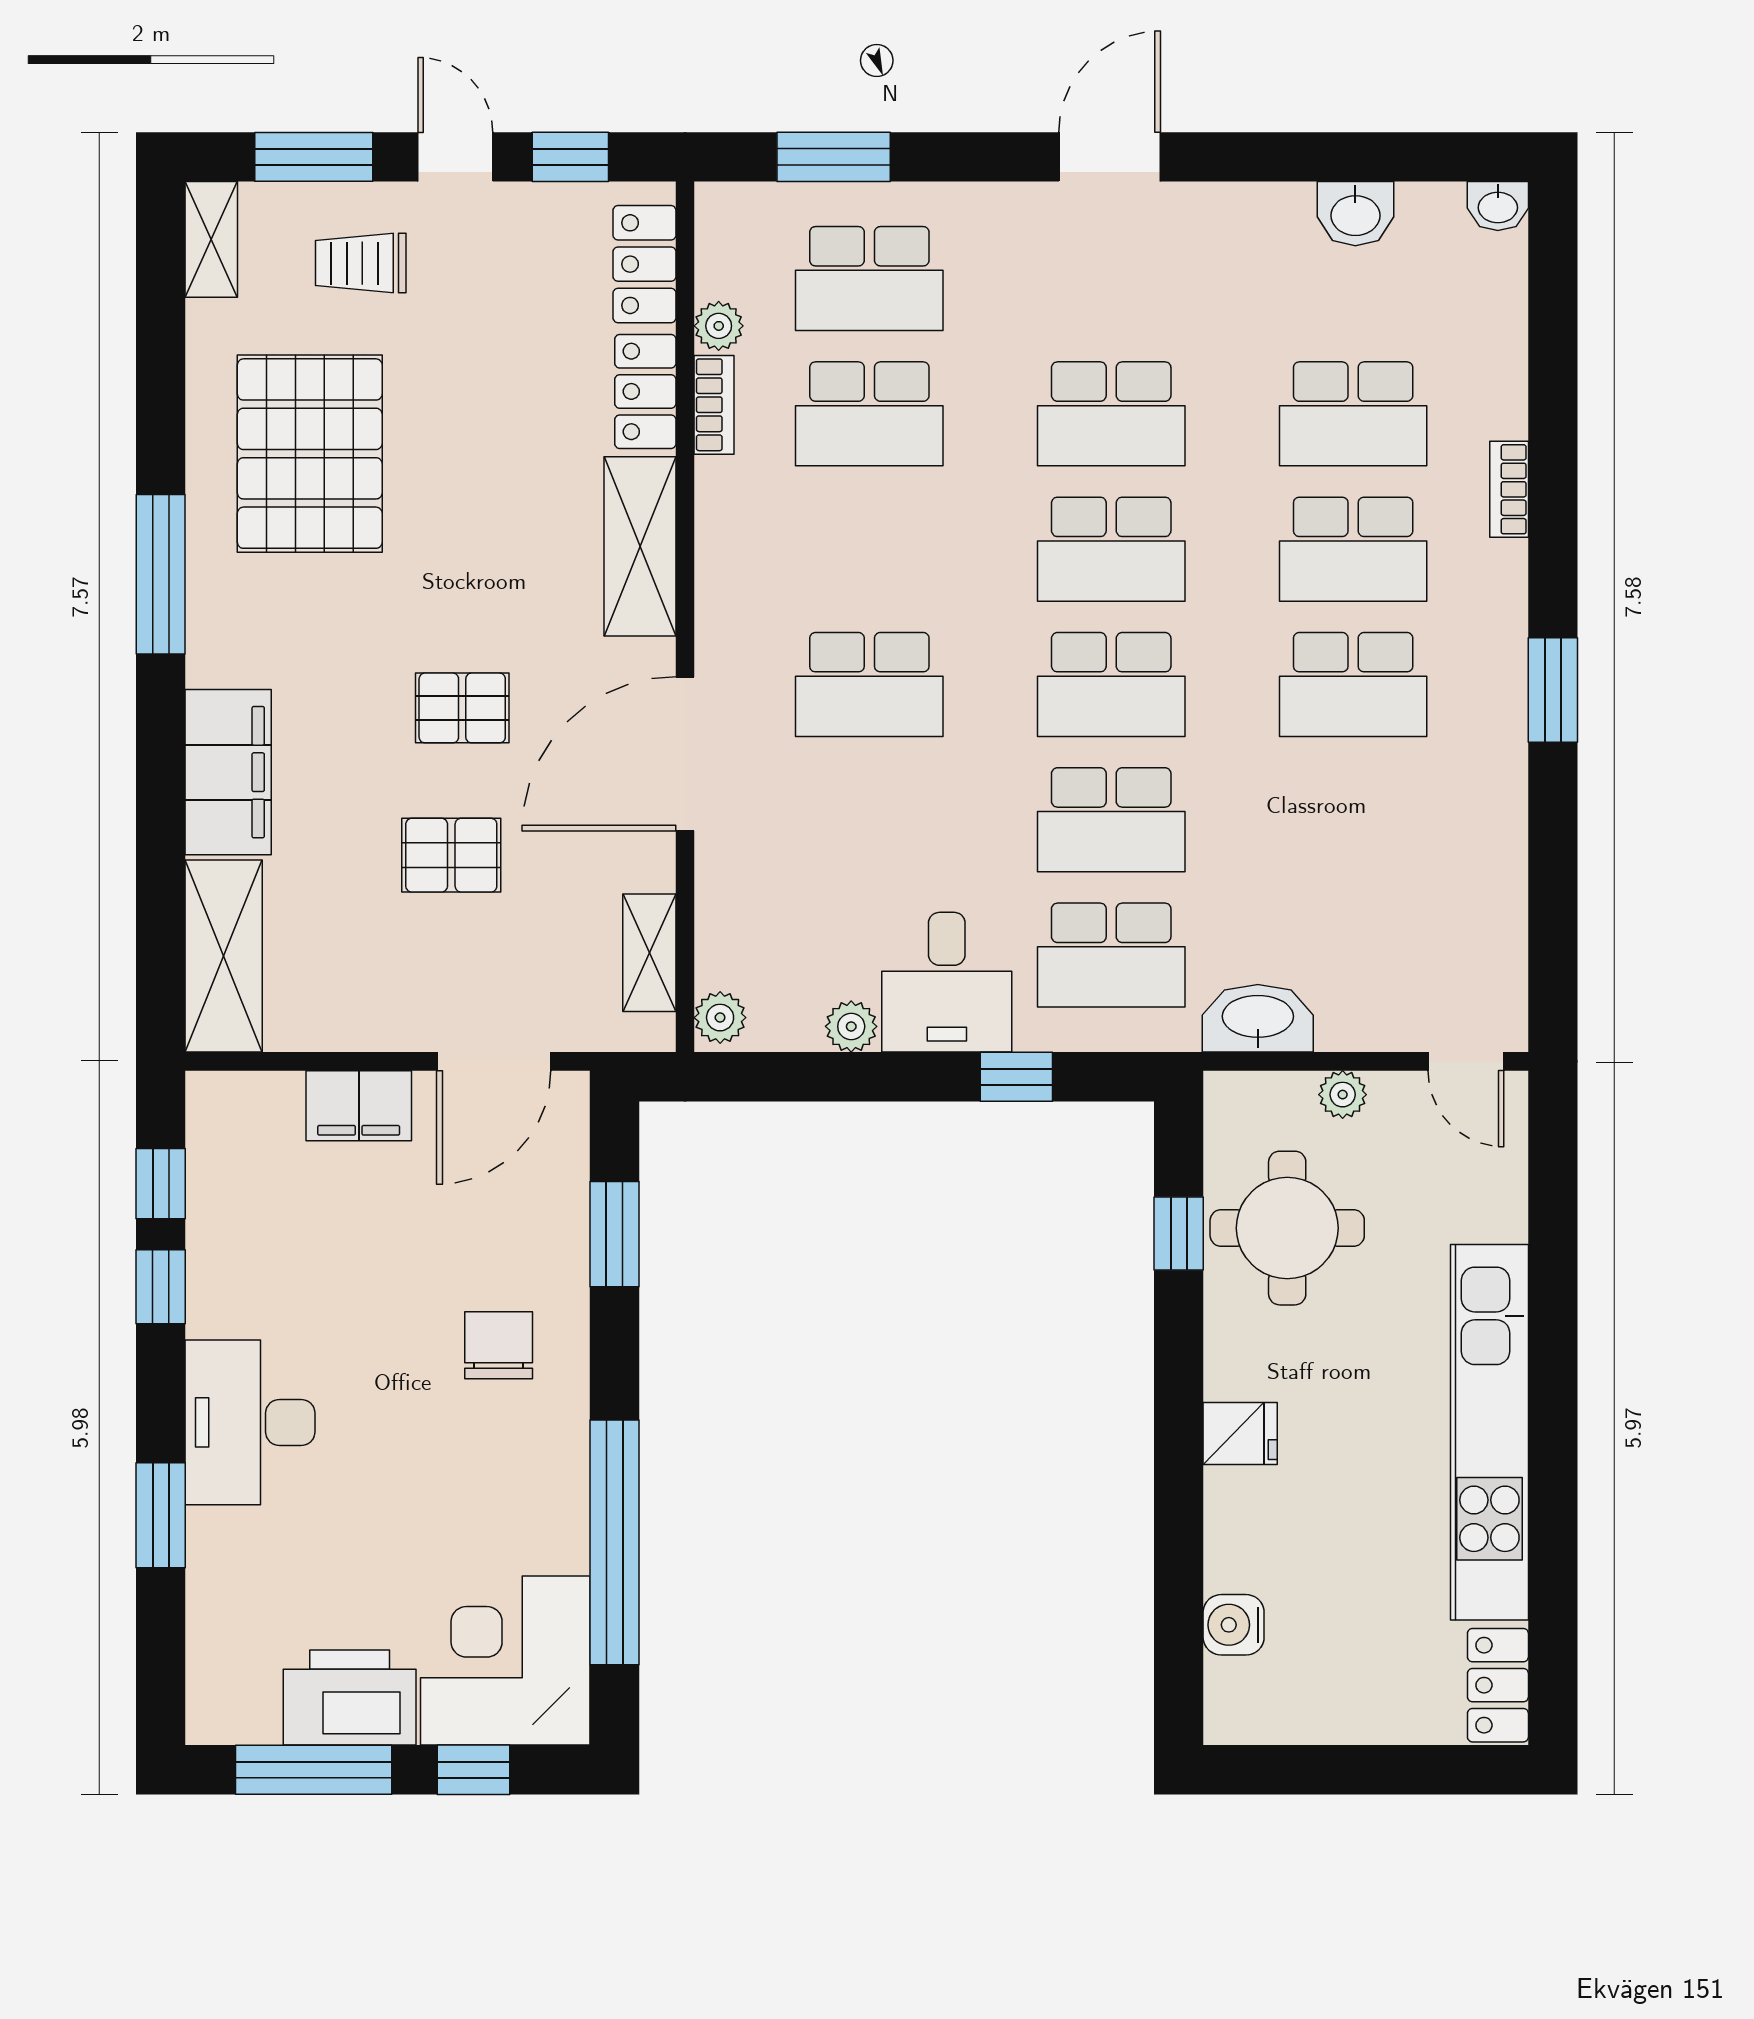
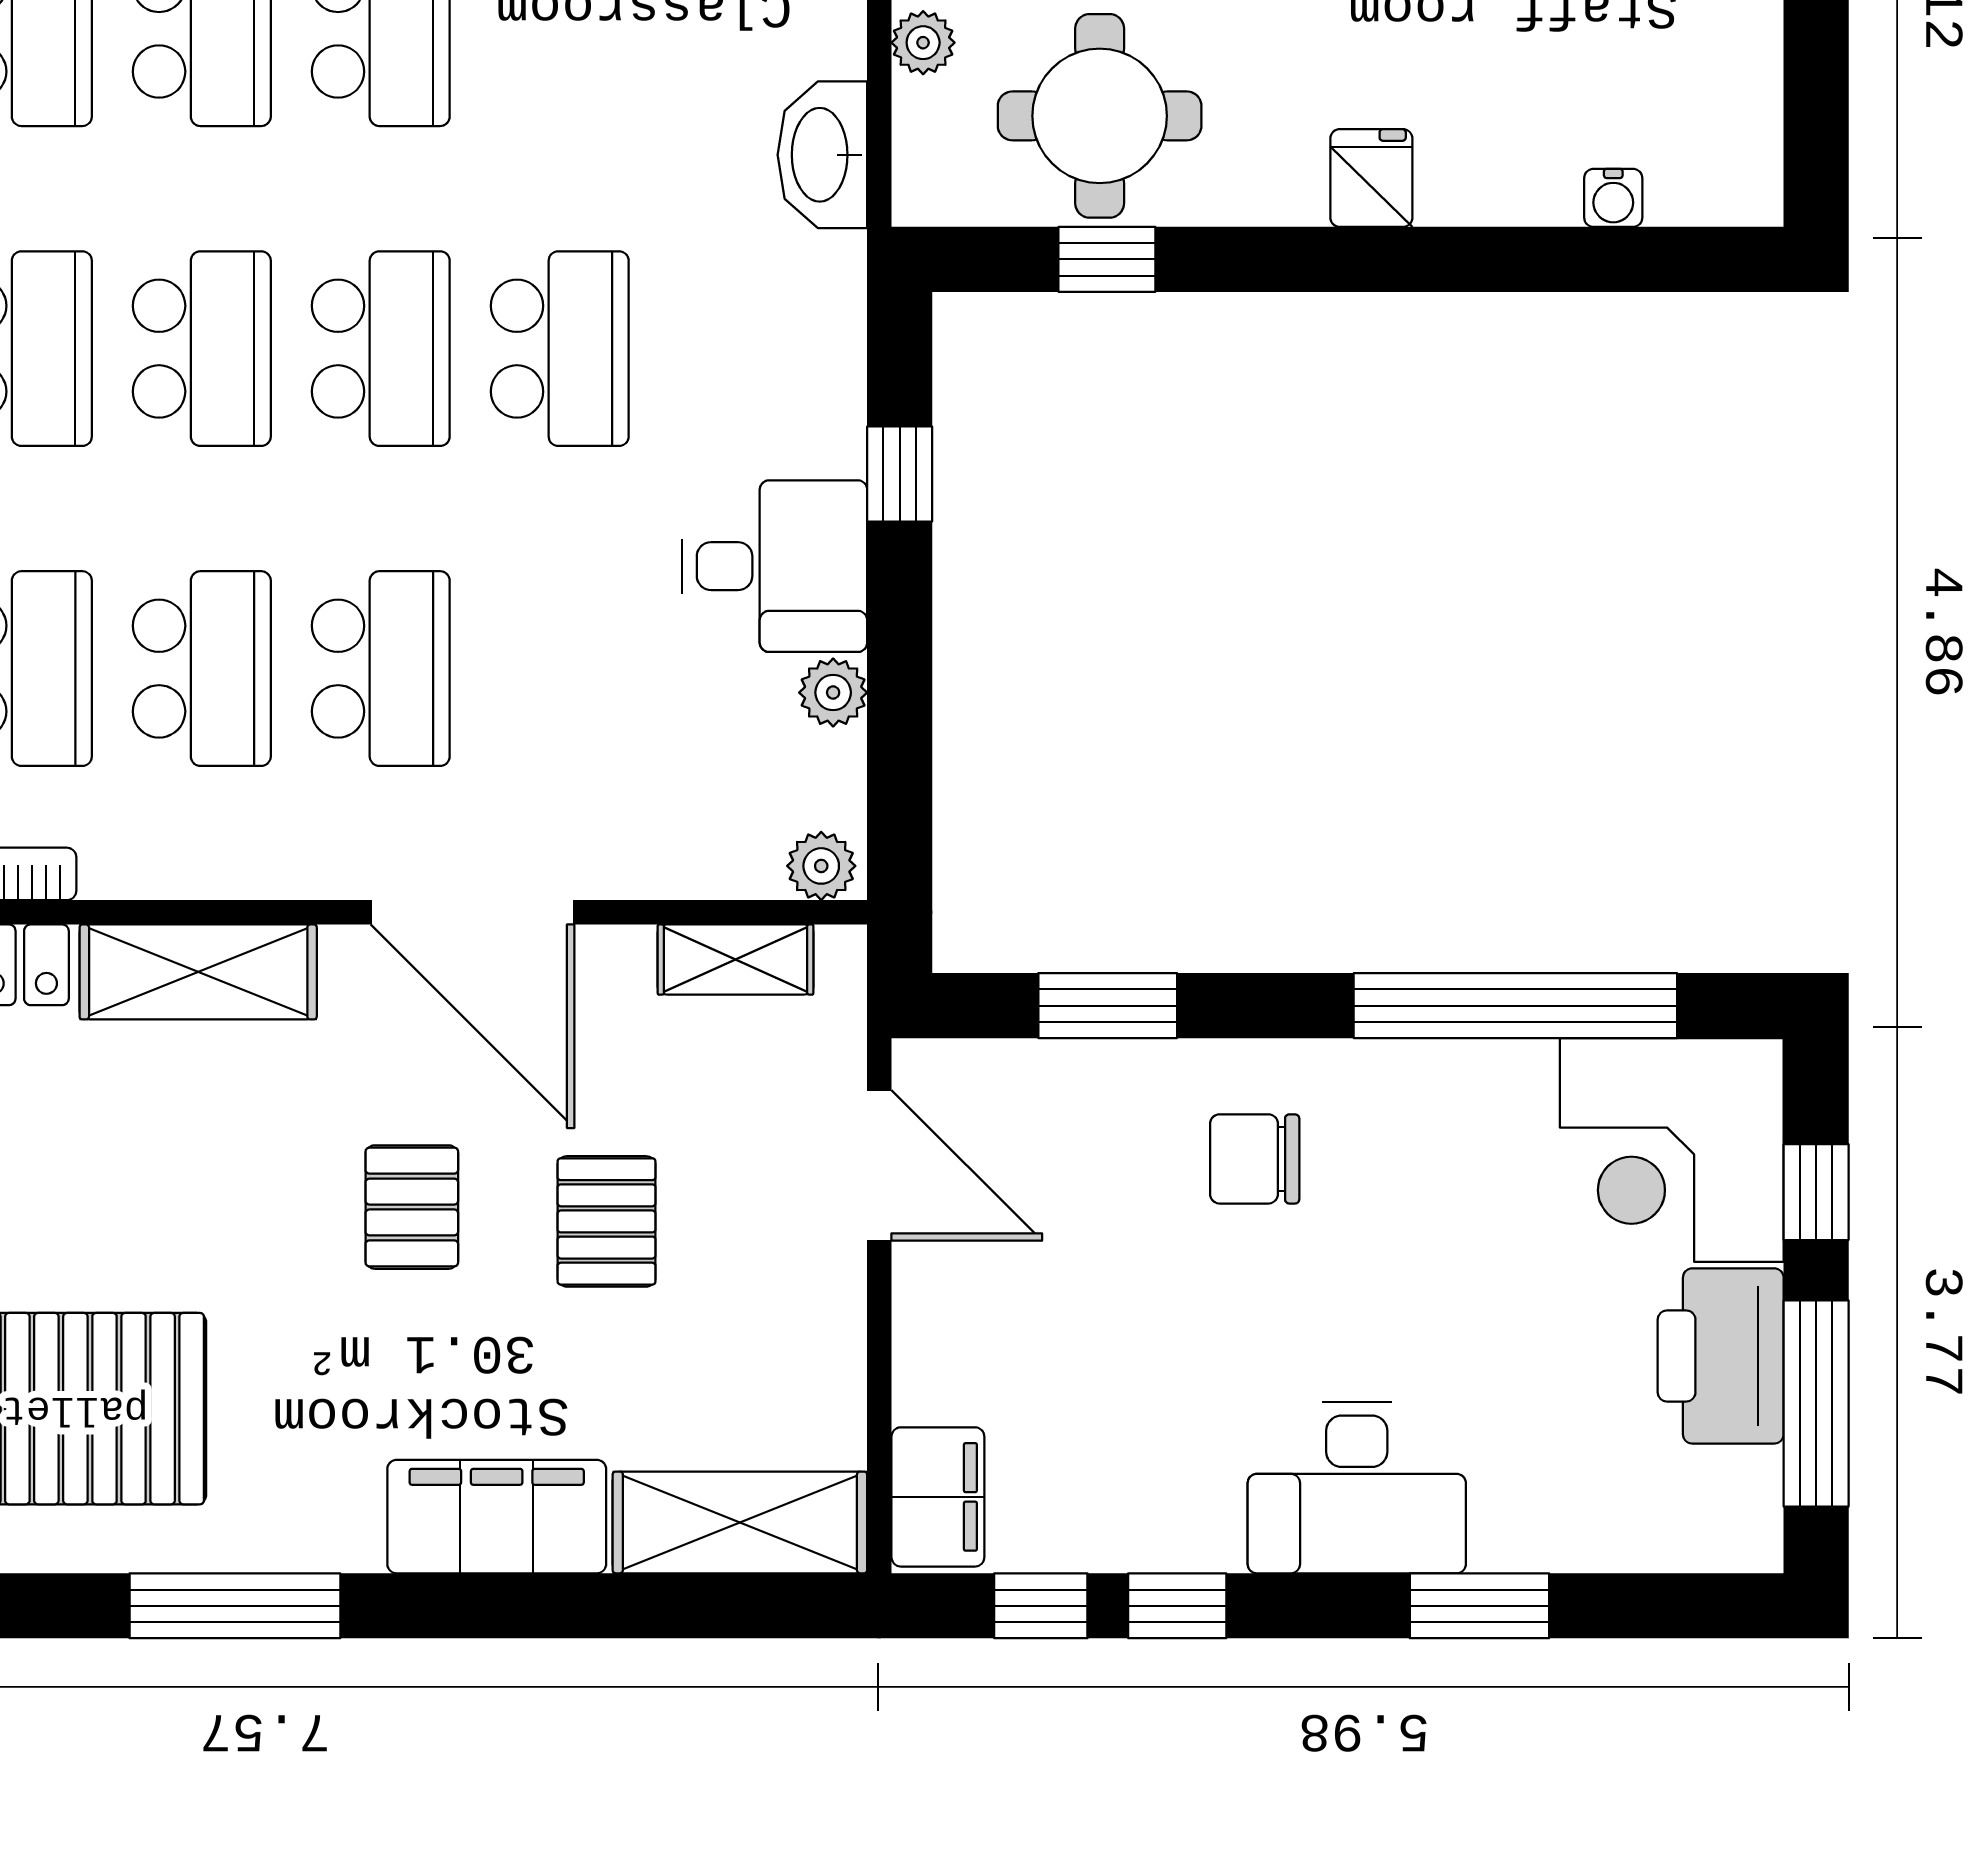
school desk: (1111, 955) -> (202, 669), moved
filing cabinet: (359, 1106) -> (938, 1497), moved
water cooler: (1234, 1625) -> (1613, 198), width x0.72, depth x0.72

